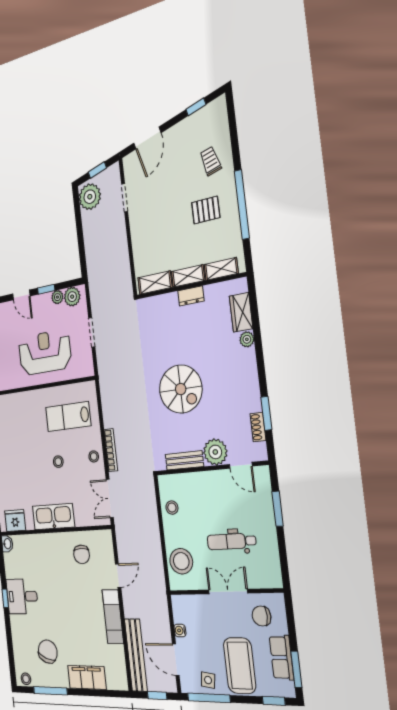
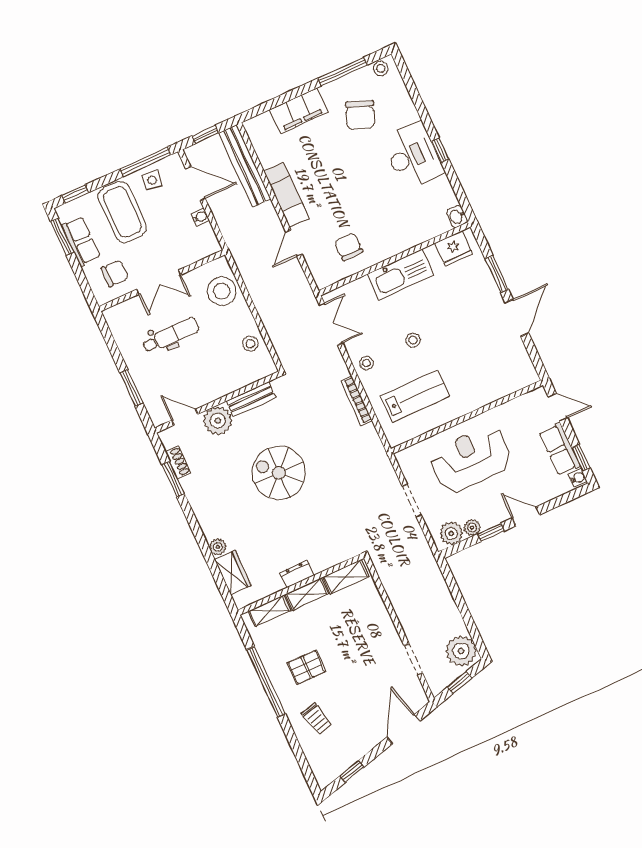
reception desk: (45, 352) -> (471, 459), turned 180
bookcase: (111, 450) -> (357, 401), moved
desk: (22, 596) -> (413, 156), width x1.37

